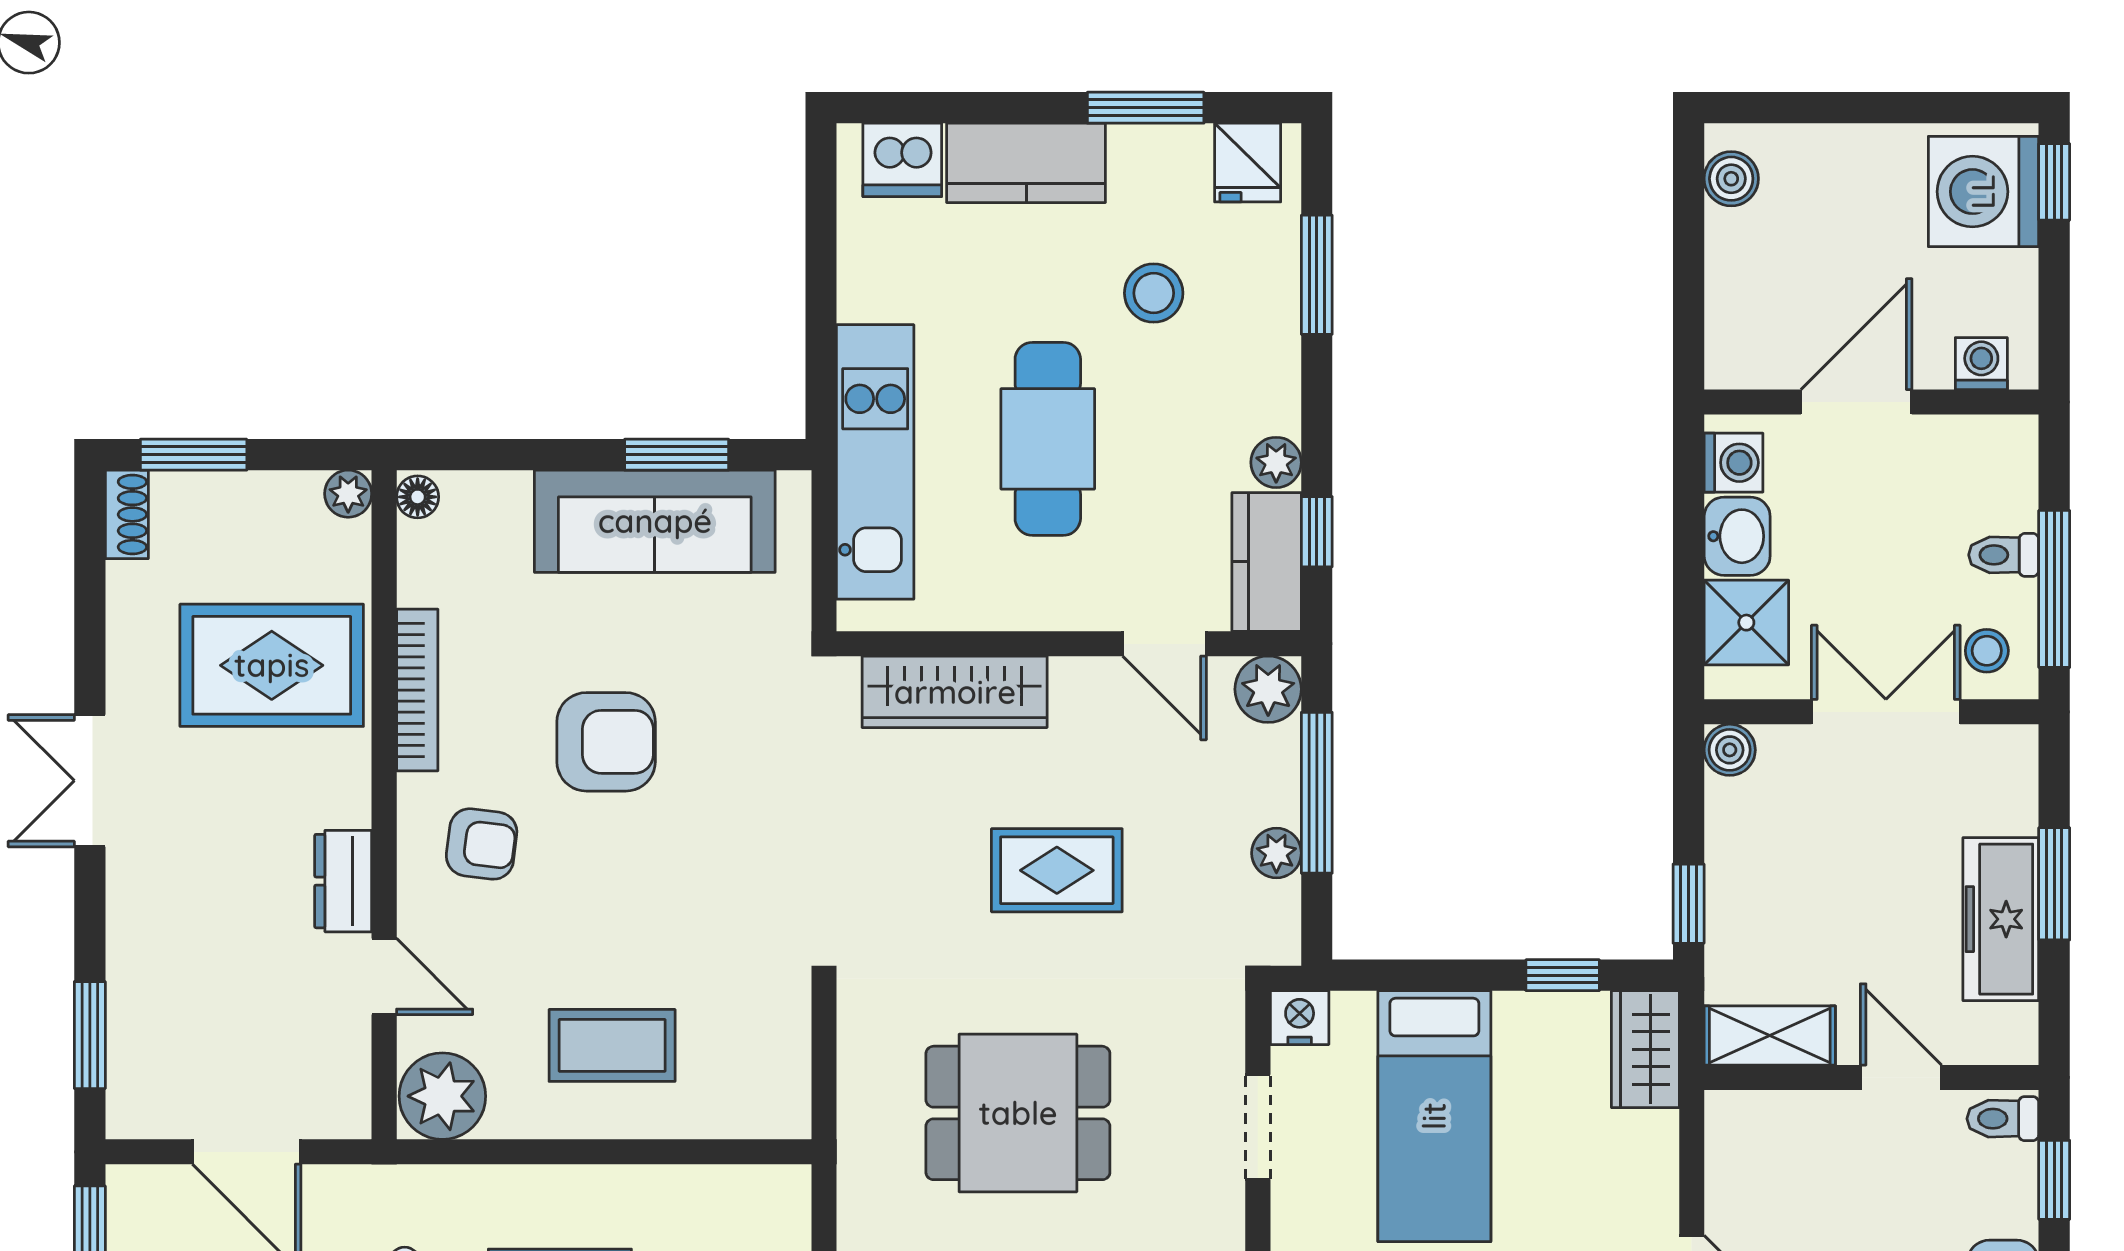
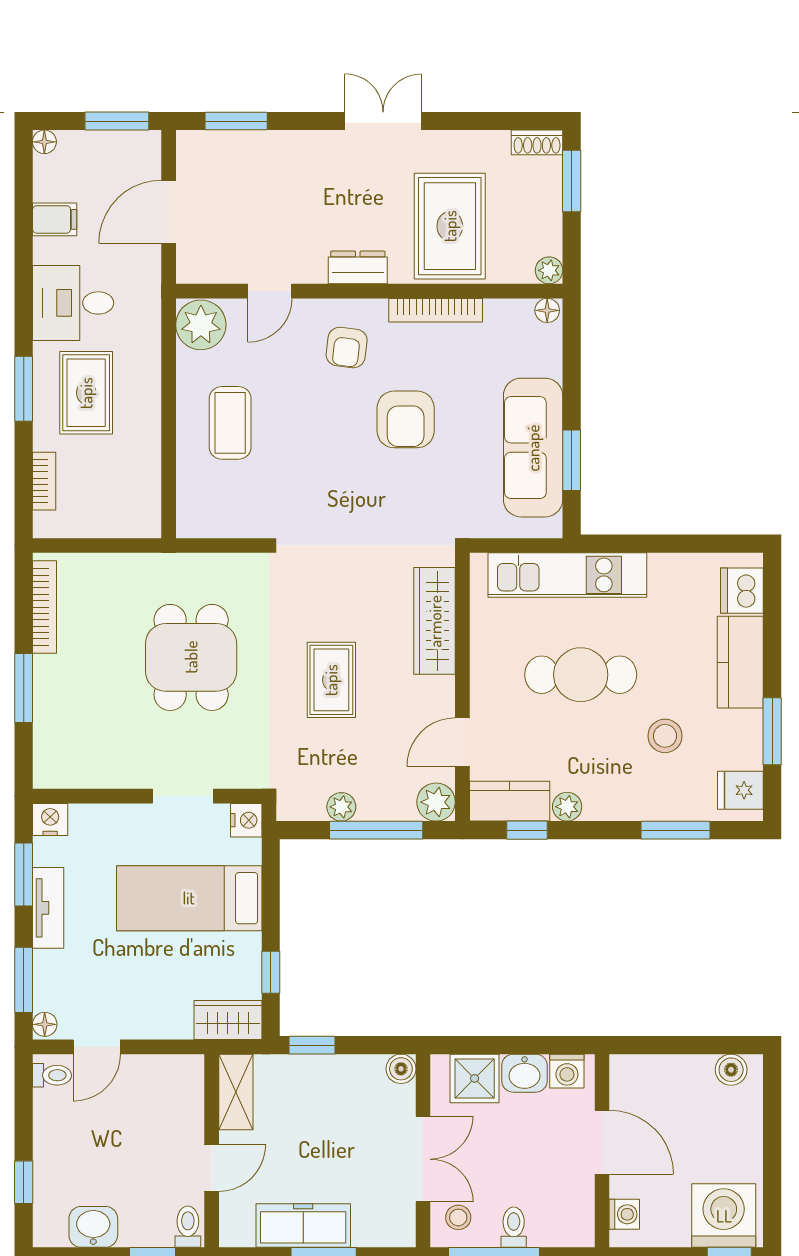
dresser: (343, 881) -> (358, 267), moved

